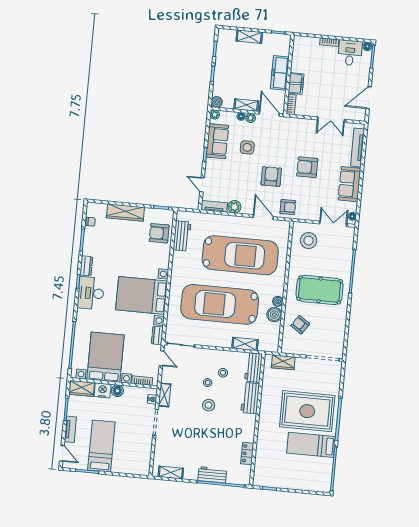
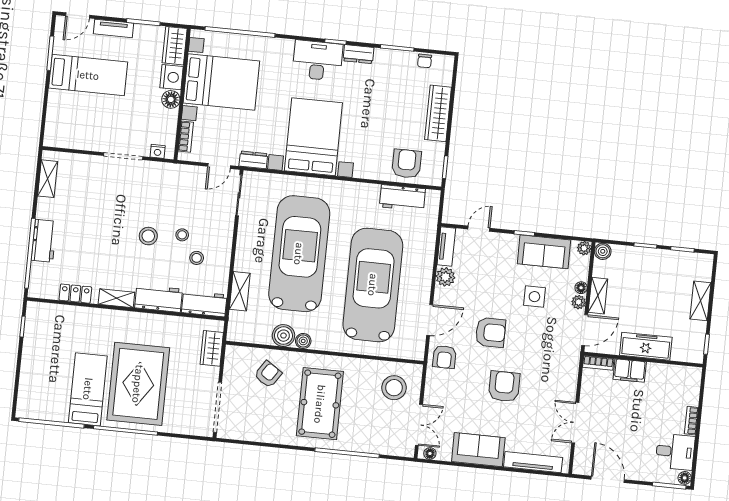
car: (240, 255) -> (373, 285), turned 180
shelving: (165, 395) -> (116, 298), moved

